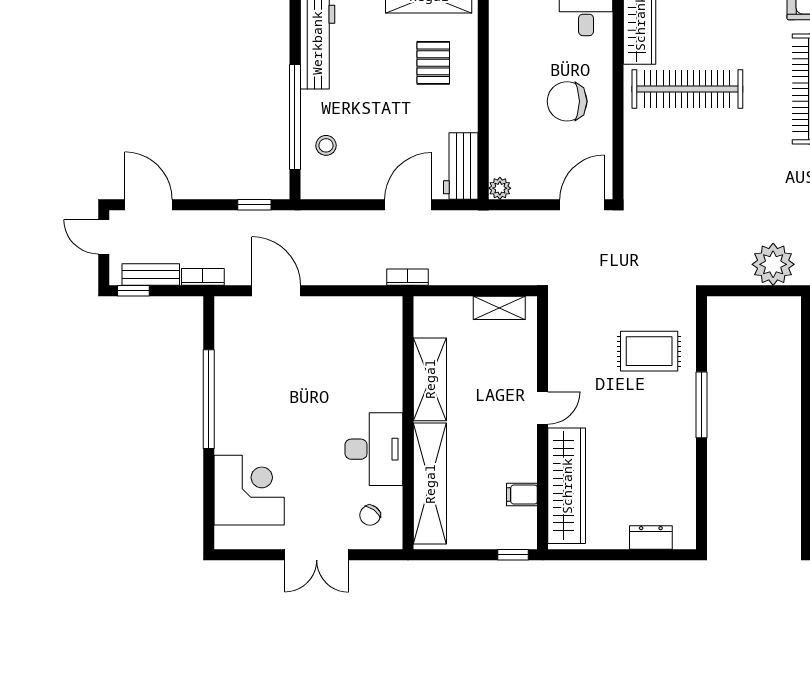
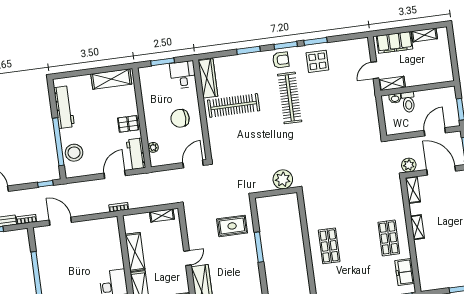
pallet: (433, 63) -> (128, 124), moved, turned 90
stool: (326, 145) -> (74, 153), width x1.89, depth x1.89
plant: (500, 188) -> (153, 147), moved

